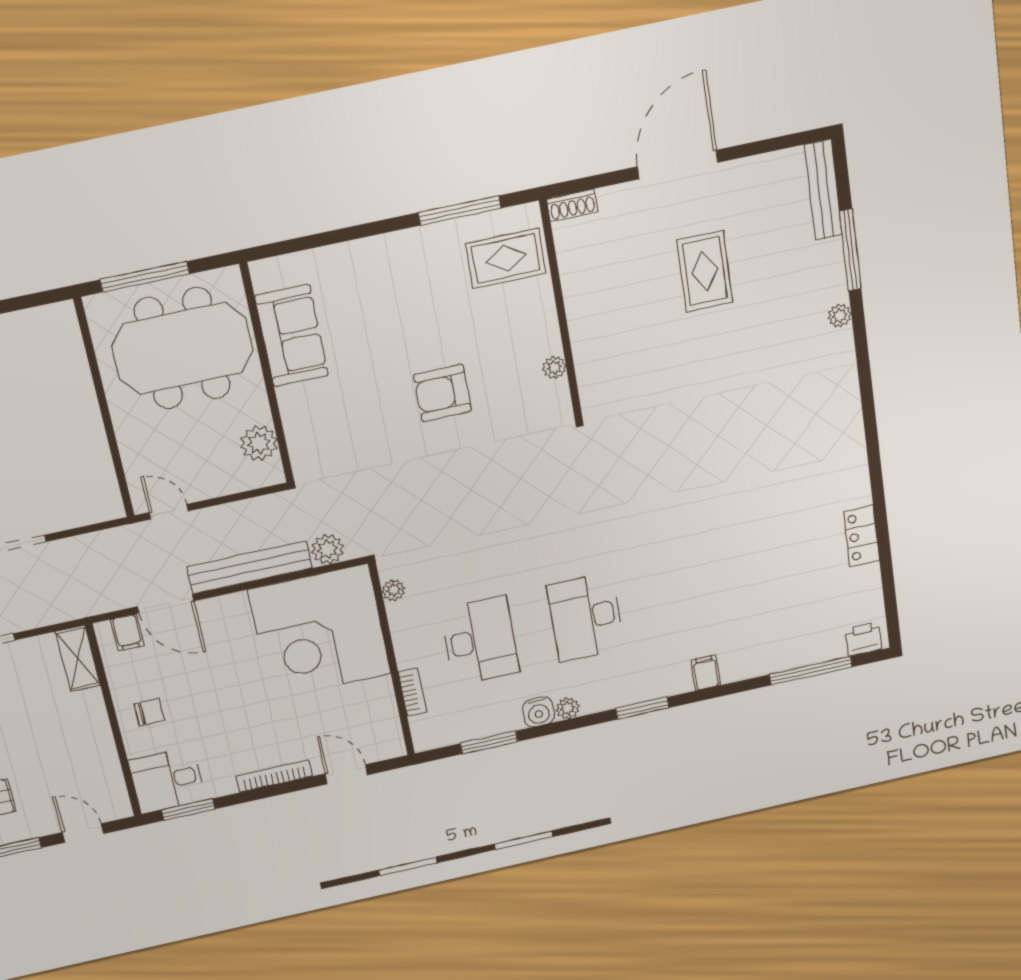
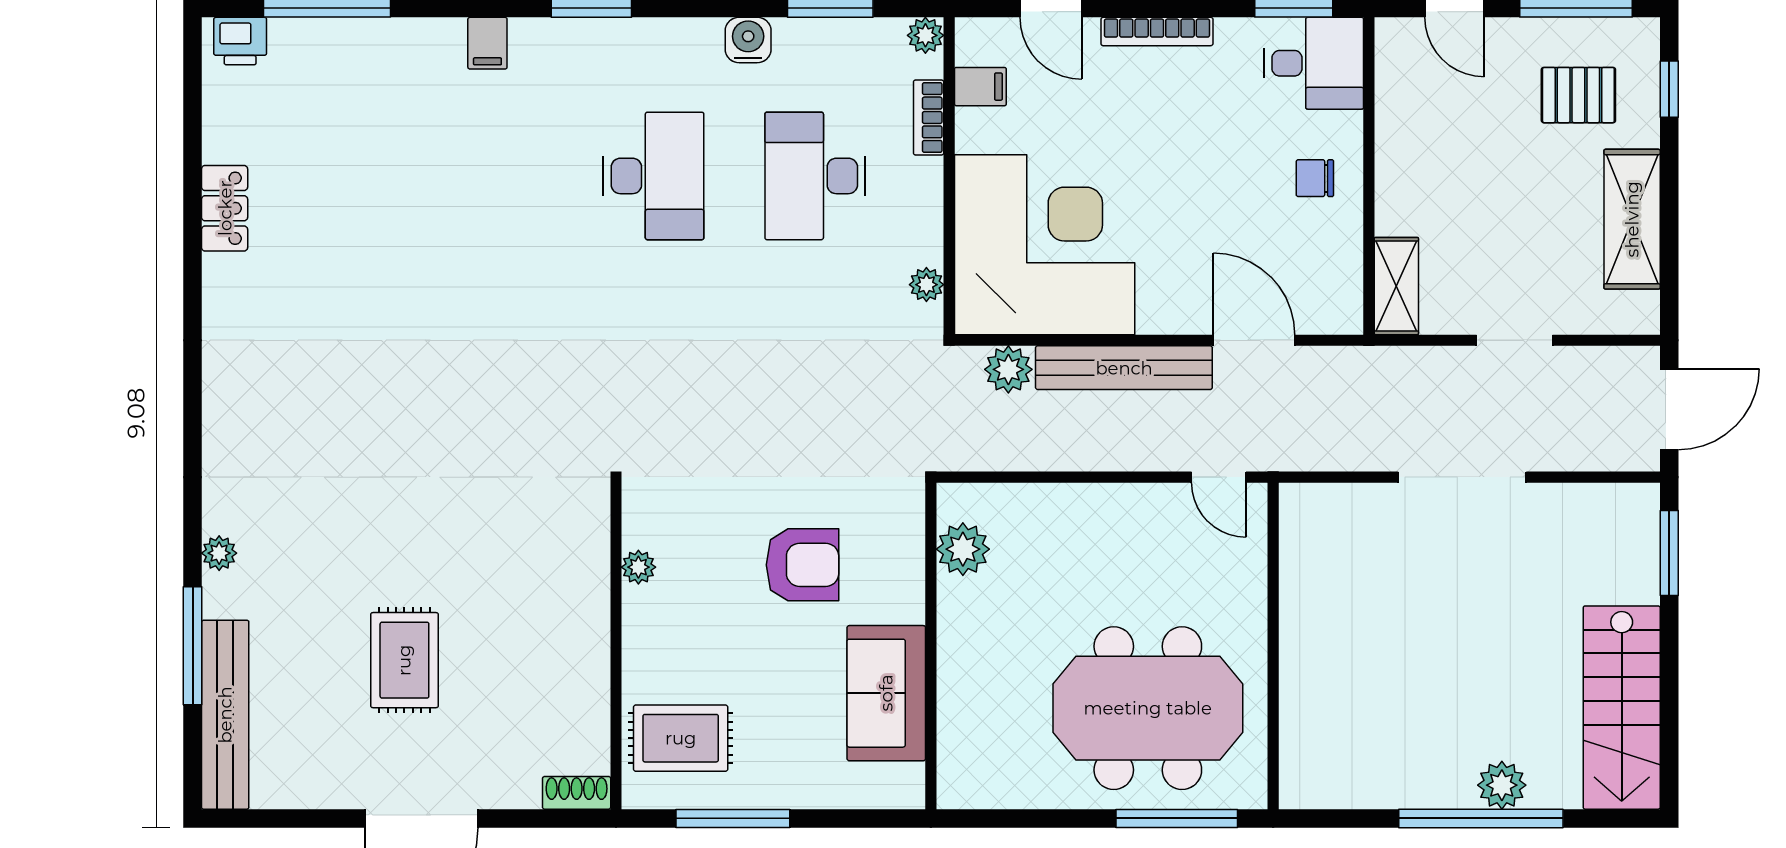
bench: (823, 190) -> (225, 715), width x1.37, depth x1.21
sofa: (292, 336) -> (886, 693), moved
wall: (267, 374) -> (931, 646), moved
plant: (259, 443) -> (963, 549), moved
filing cabinet: (127, 633) -> (980, 87), moved, turned 90
plant: (568, 708) -> (925, 35), moved

